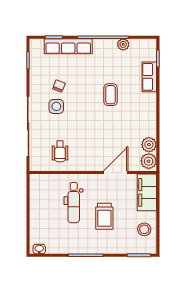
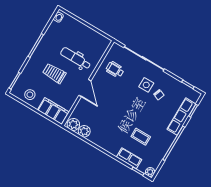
plant: (123, 44) -> (150, 172), moved
coffee table: (111, 95) -> (141, 137), moved
door: (116, 172) -> (85, 88), moved

